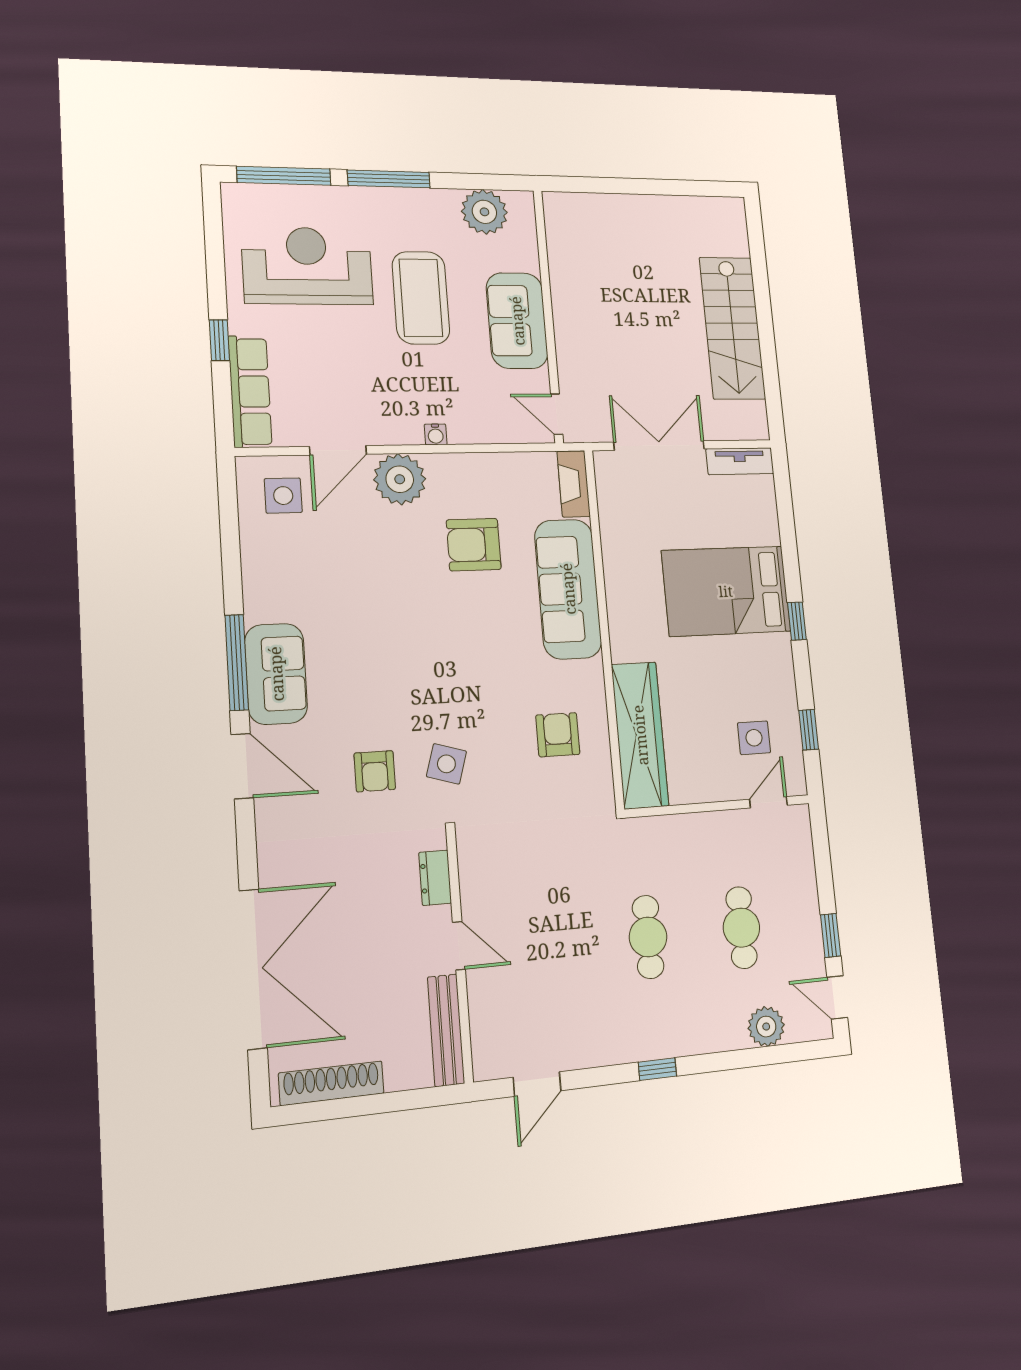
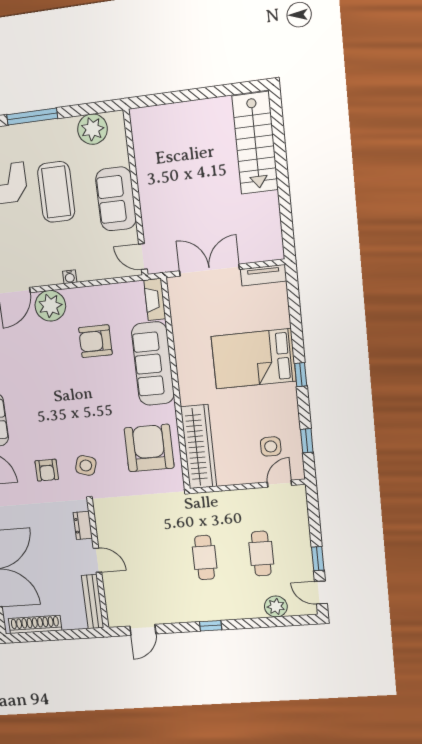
stairs: (732, 328) -> (255, 143), moved
armchair: (558, 735) -> (149, 448), width x1.88, depth x1.88

